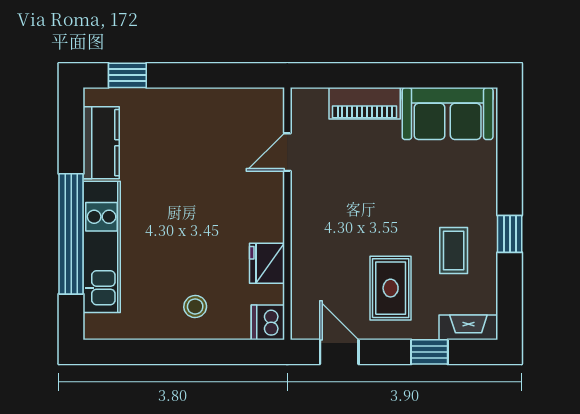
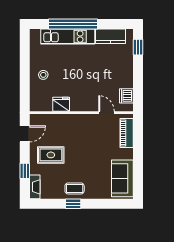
piano: (365, 103) -> (127, 133), moved
coffee table: (454, 251) -> (75, 188), moved
dishwasher: (268, 322) -> (126, 96), moved, turned -90

